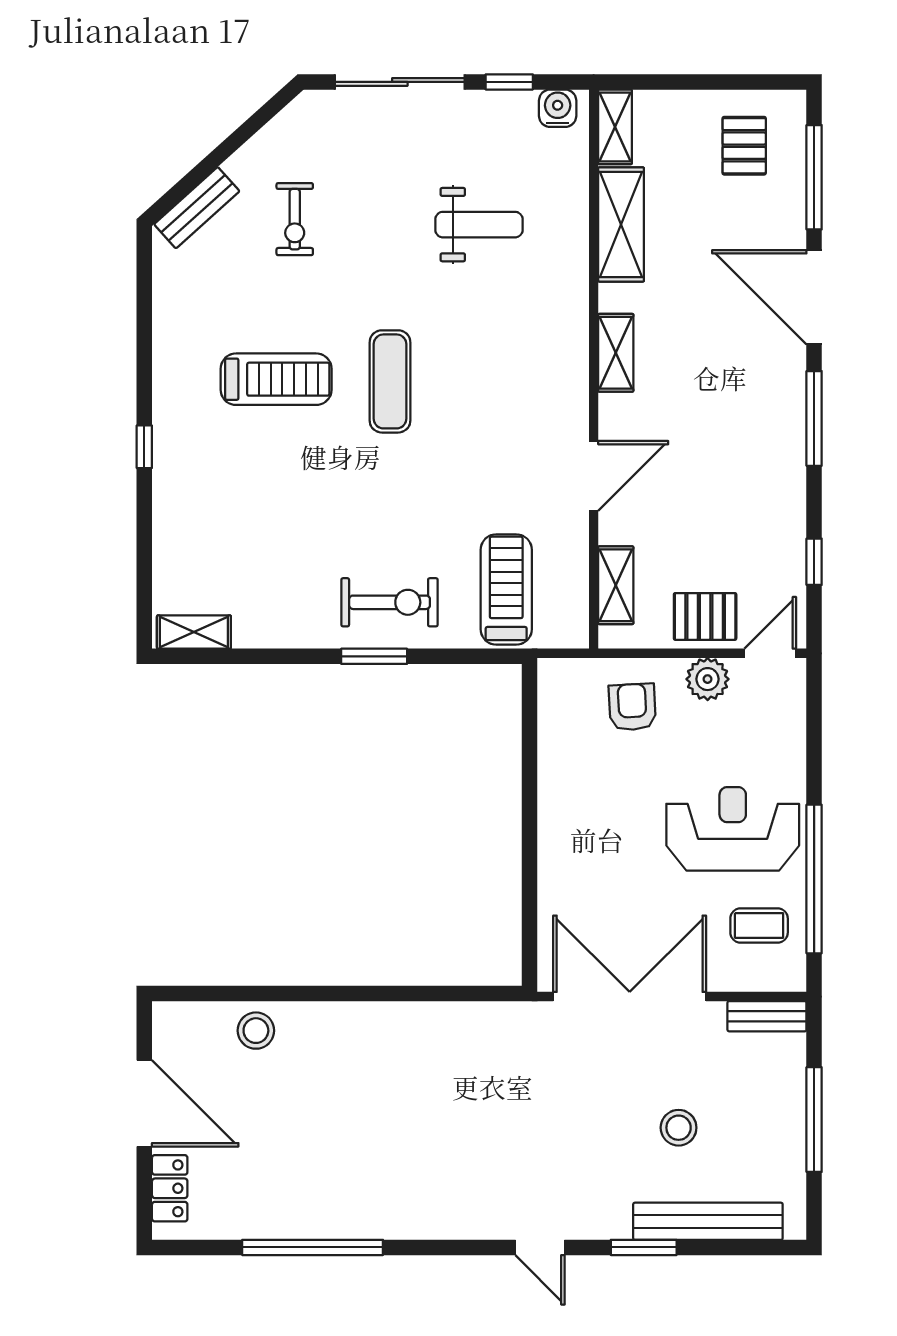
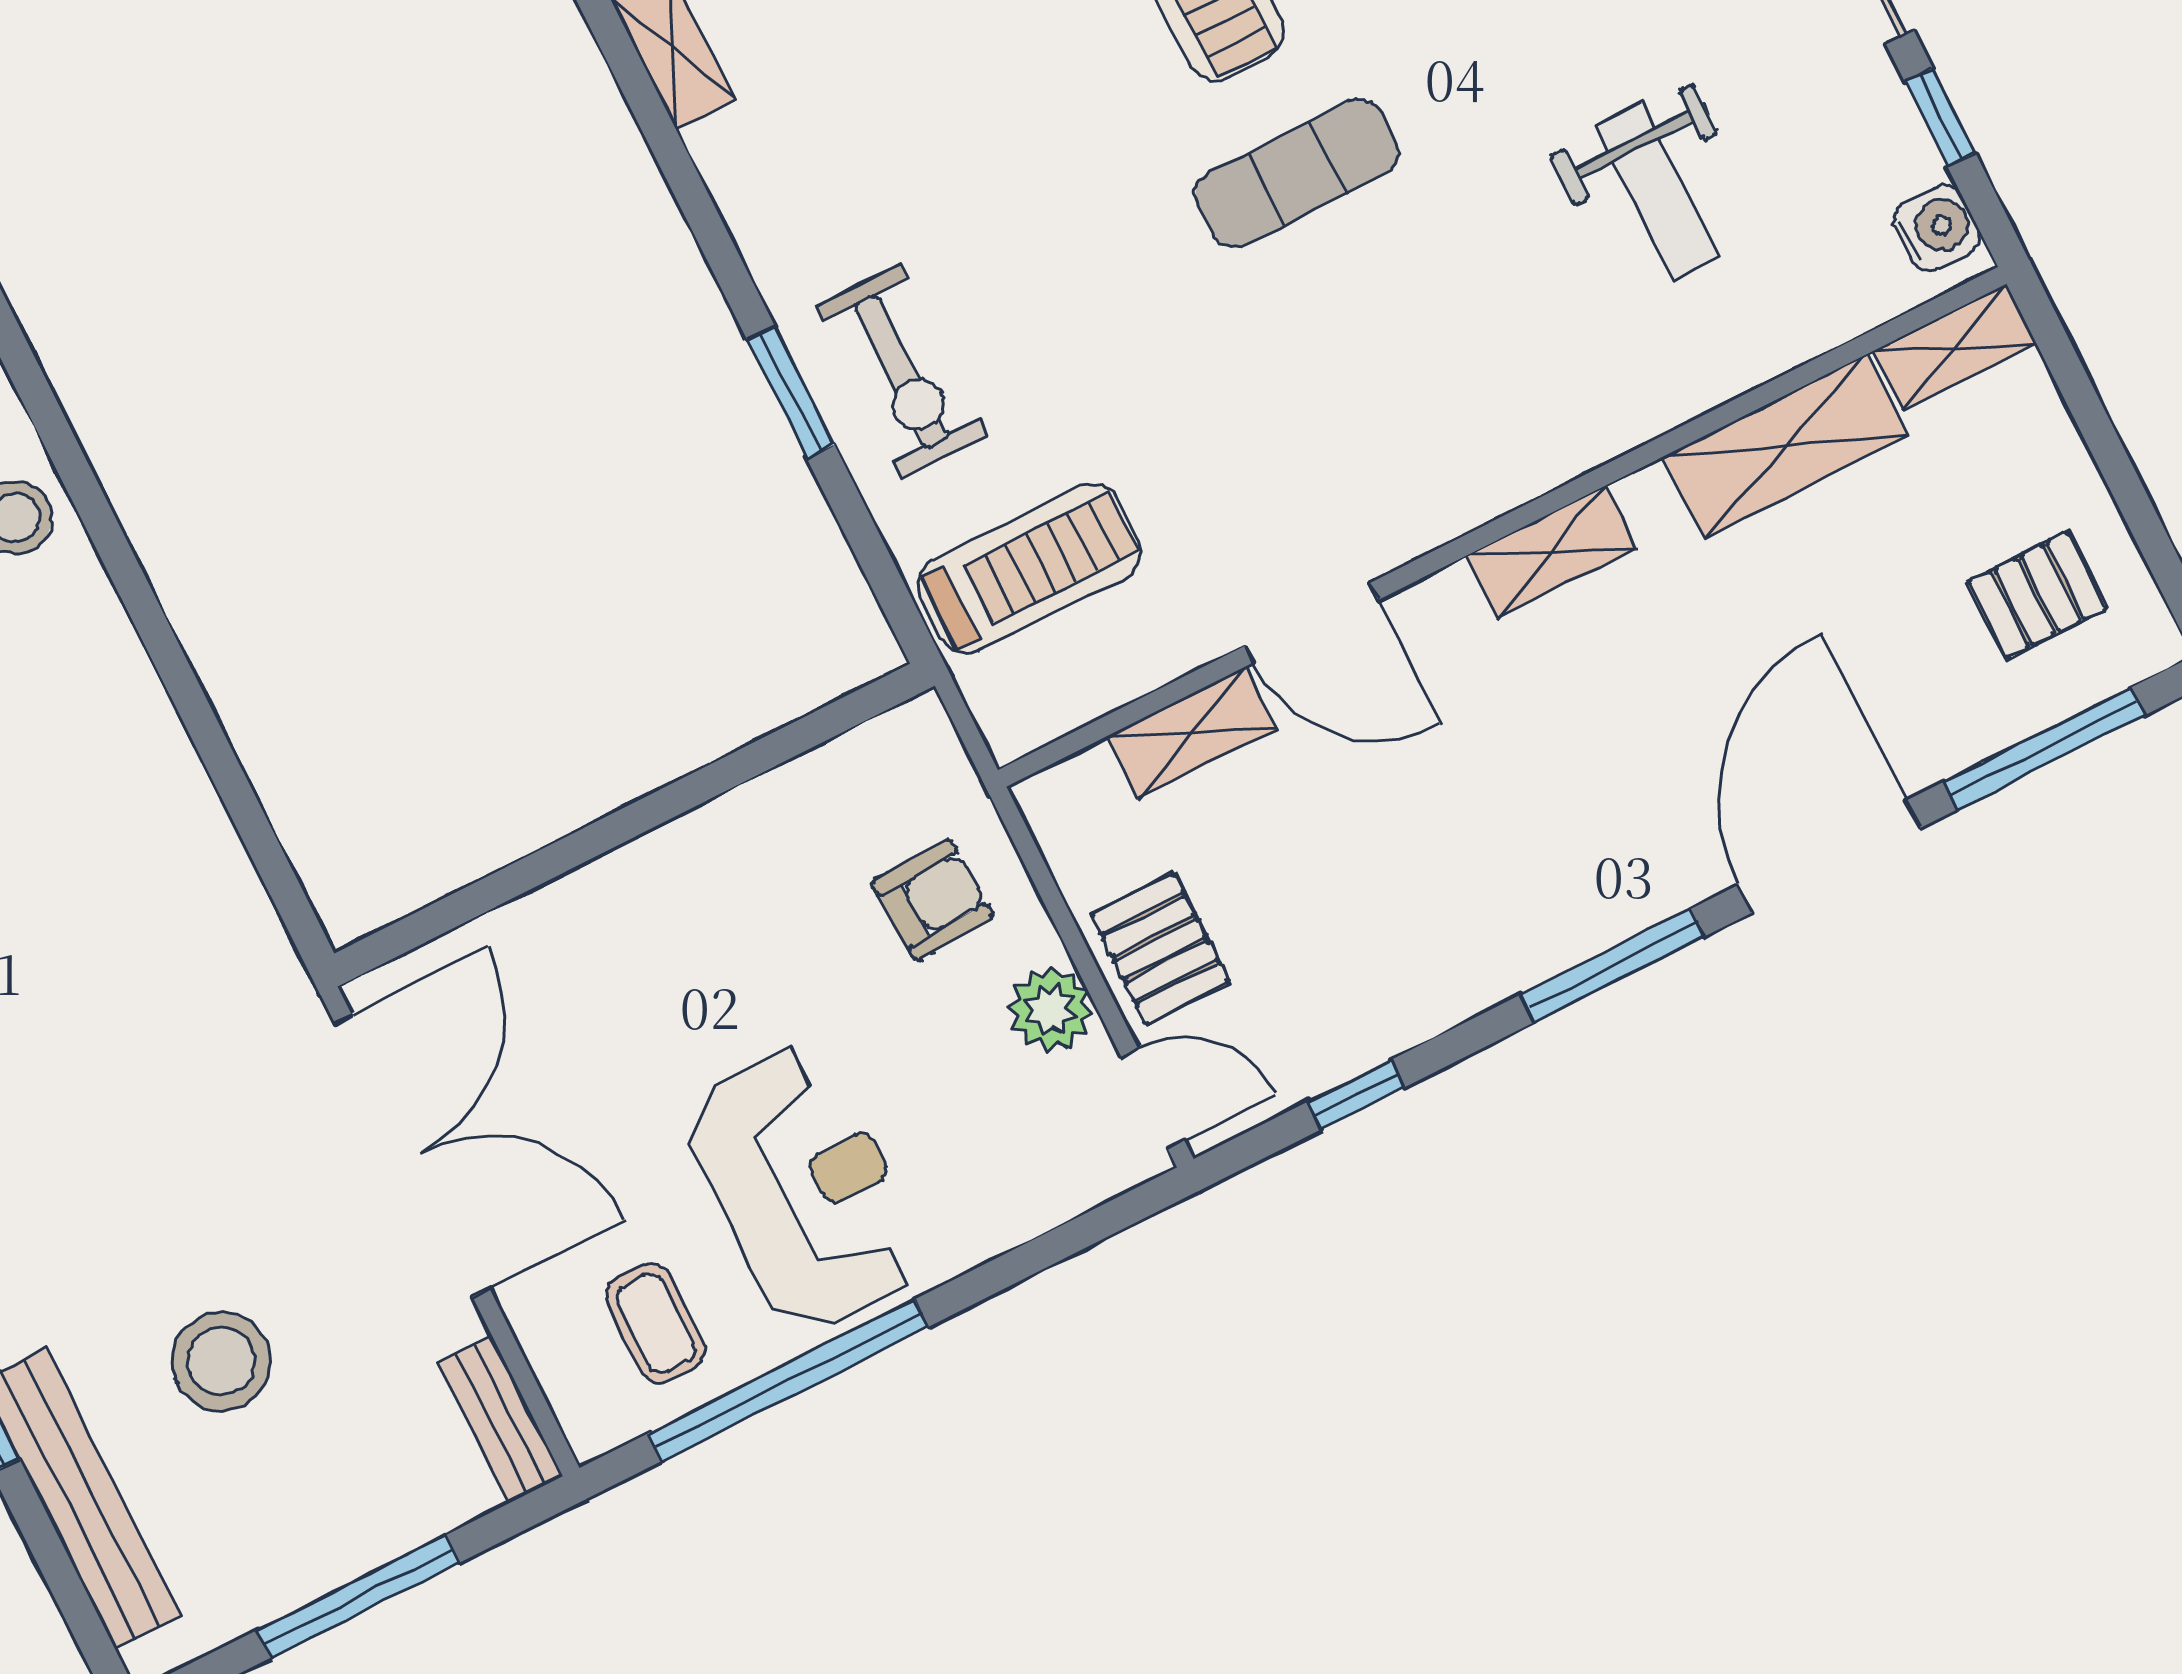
shelving: (616, 585) -> (1192, 733), moved
stool: (679, 1128) -> (221, 1361), width x1.38, depth x1.38

